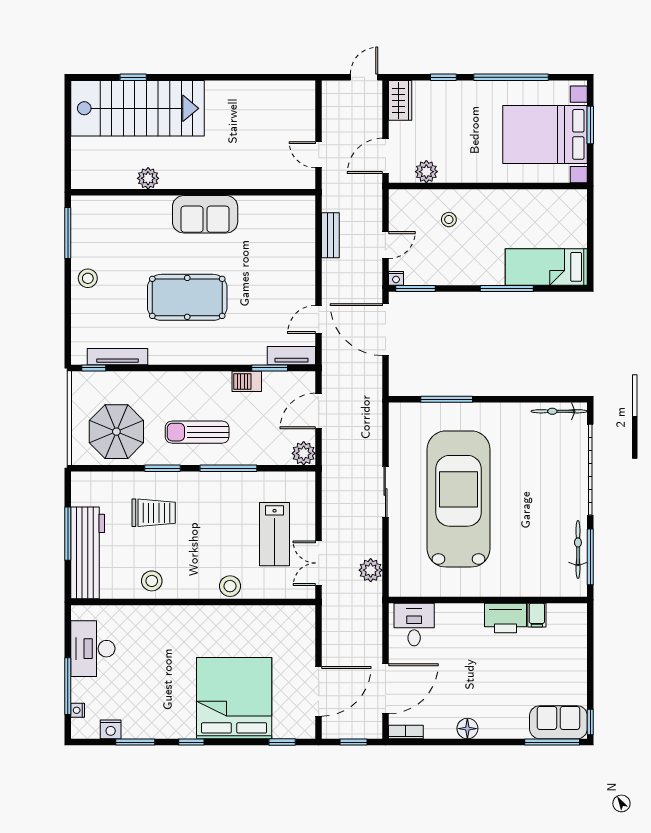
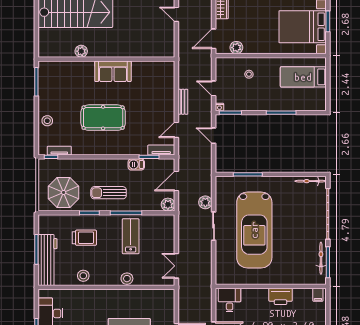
door: (319, 155) -> (176, 14), moved
bench: (330, 235) -> (183, 102), moved
door: (385, 245) -> (214, 88), swing flipped
bed: (546, 267) -> (303, 77), moved
stool: (88, 278) -> (47, 121), moved
door: (385, 330) -> (214, 136), width x0.53
tv unit: (117, 357) -> (59, 151), width x0.71
car: (458, 499) -> (254, 230), turned 180
lab bench: (274, 534) -> (131, 236), moved, turned 180
plant: (371, 570) -> (205, 202), moved
filing cabinet: (537, 615) -> (318, 295), moved

